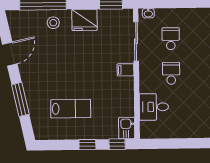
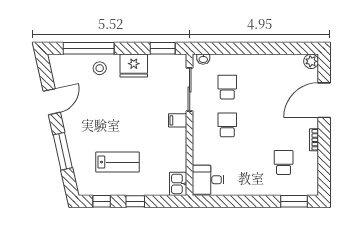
desk: (154, 107) -> (208, 180), moved
window: (117, 144) -> (102, 201), moved

